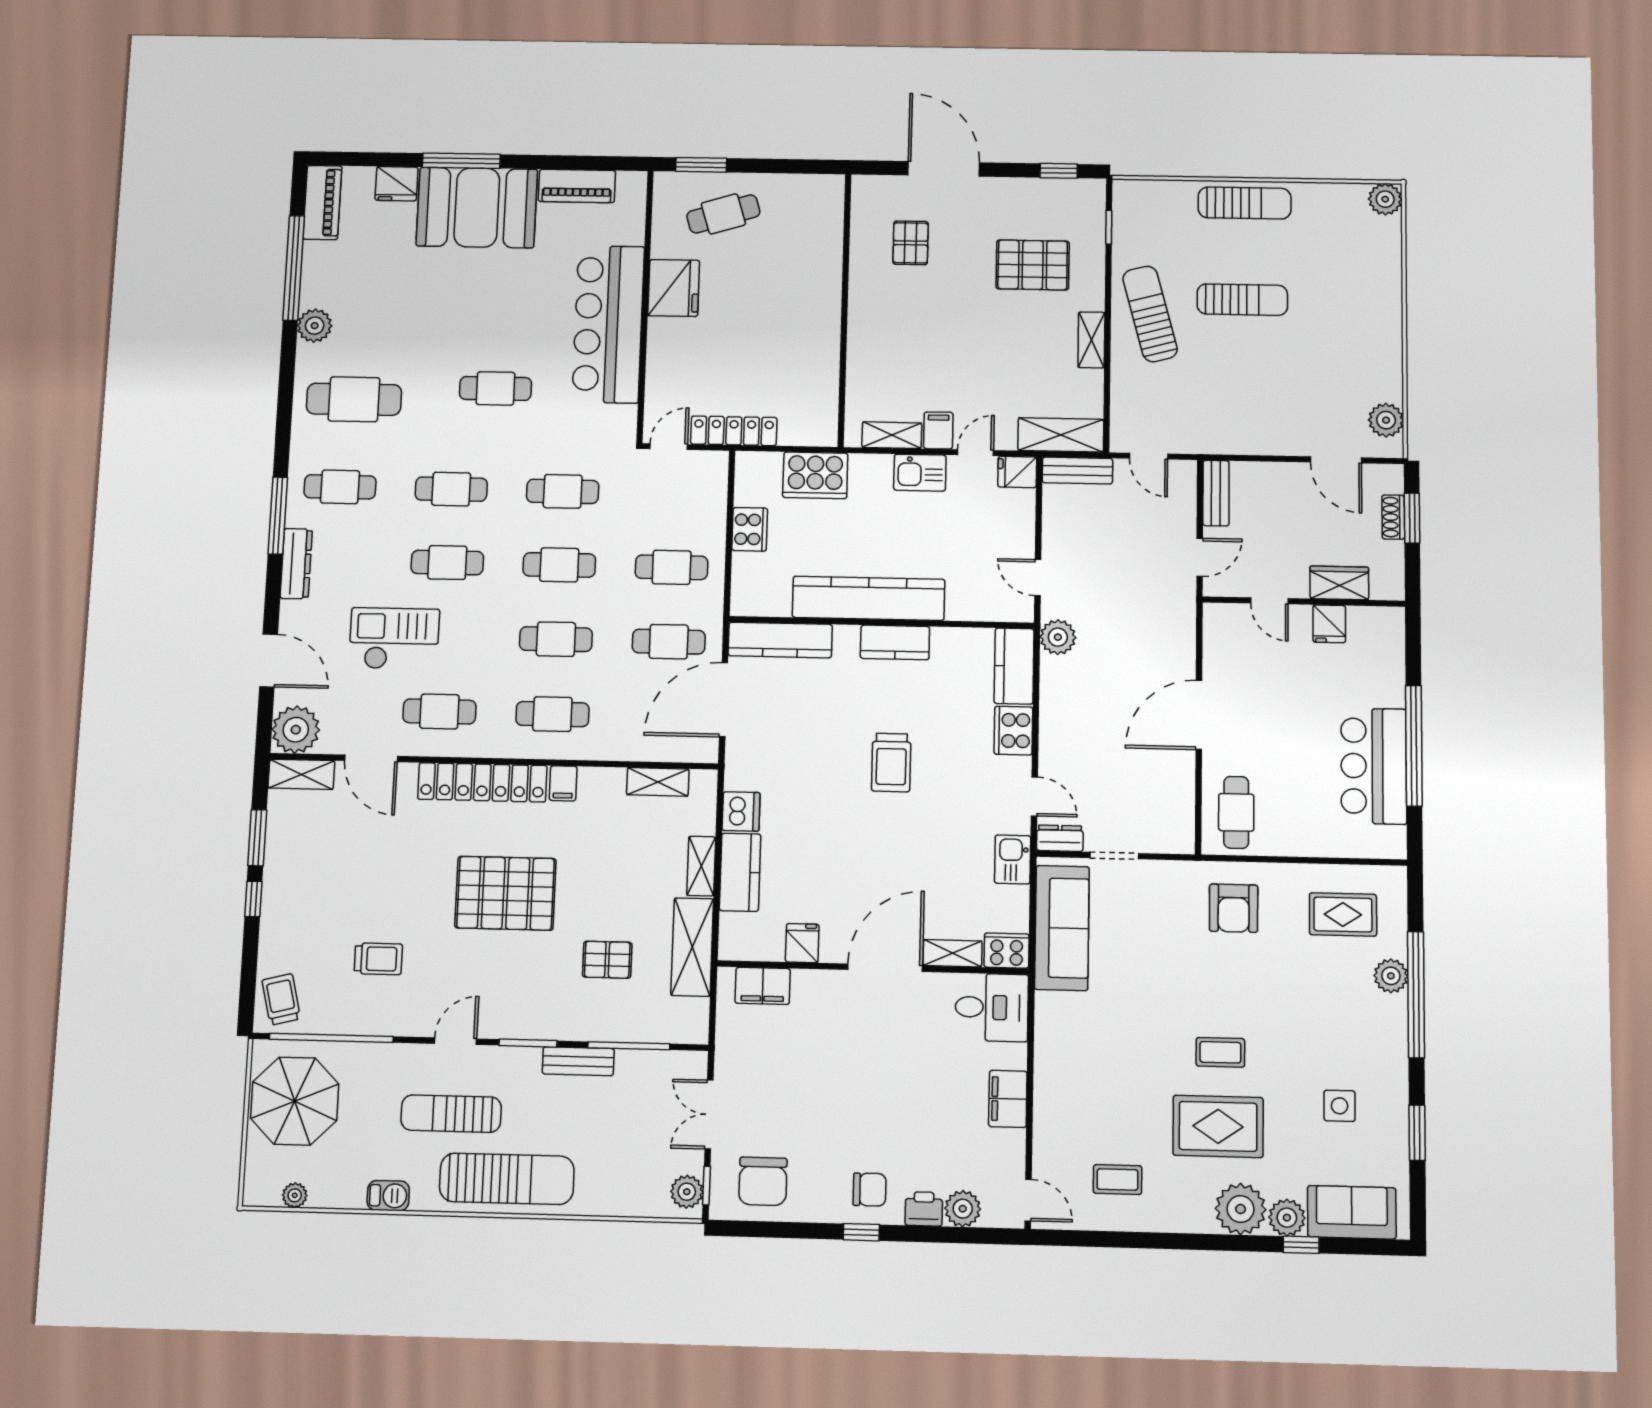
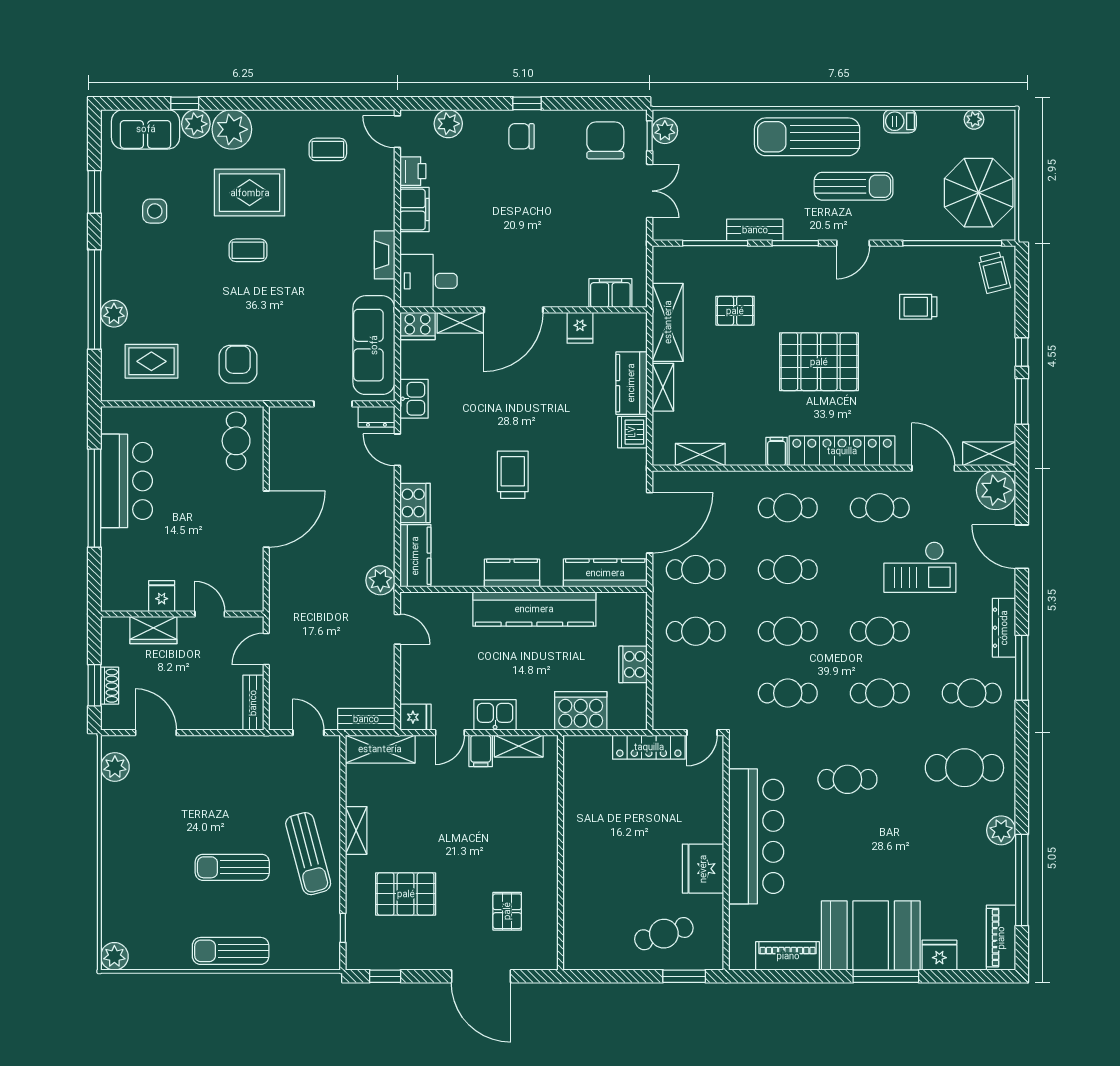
fireplace: (1047, 1042) -> (385, 255), added
printer: (924, 1209) -> (413, 171), moved, turned -90

